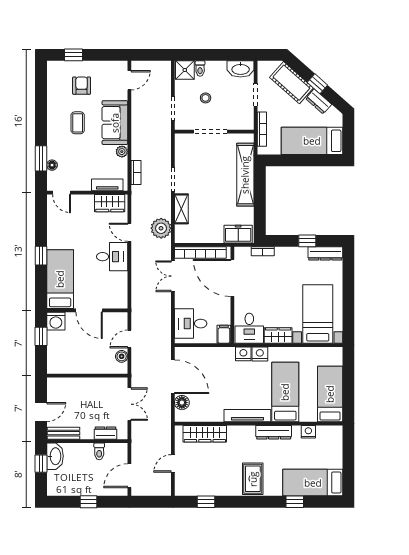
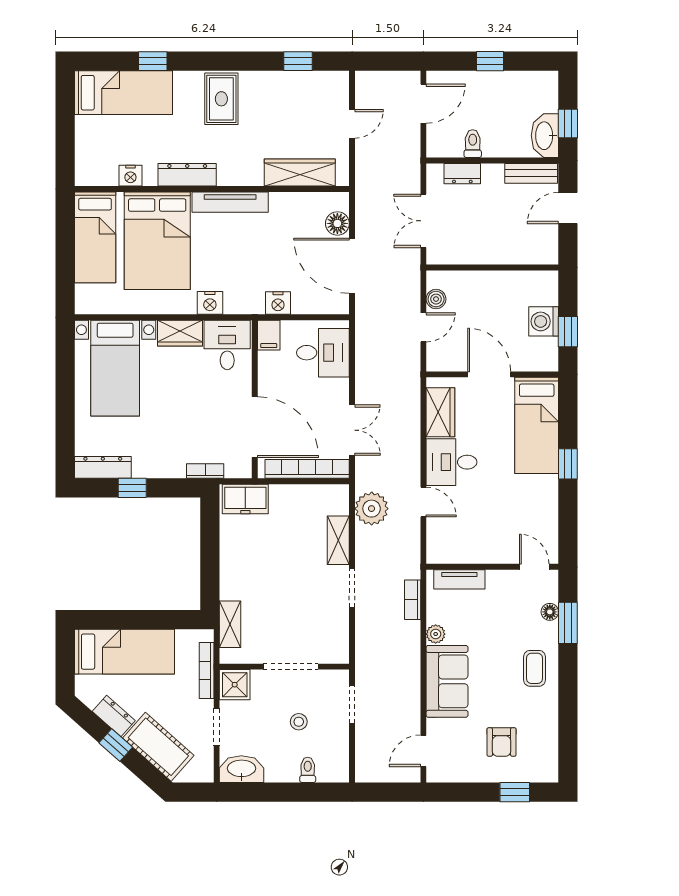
shower: (185, 70) -> (235, 685), moved
coffee table: (78, 123) -> (535, 668), moved
shelving: (245, 175) -> (230, 624), width x0.45, depth x0.75
wardrobe: (110, 203) -> (440, 412), moved, turned 90
washing machine: (56, 321) -> (544, 321), moved, turned -90
nightstand: (243, 354) -> (278, 303), moved
bed: (285, 392) -> (157, 241), width x1.50

